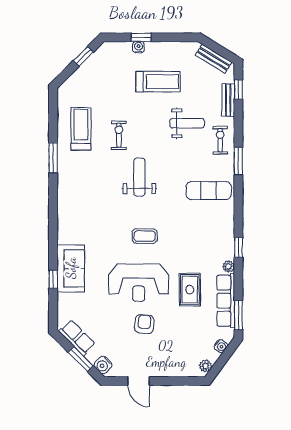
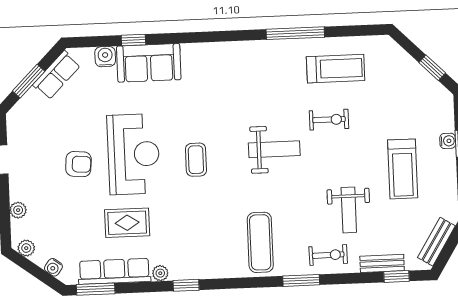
window: (53, 158) -> (295, 33), width x1.44
reception desk: (139, 283) -> (133, 154), turned 180
water cooler: (103, 365) -> (105, 57), moved, turned 45
plant: (177, 371) -> (18, 210), added

